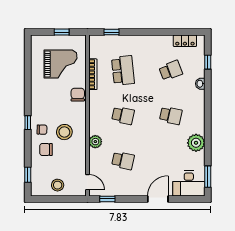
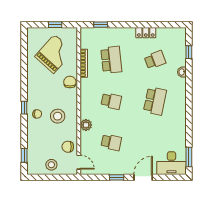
locker: (185, 41) -> (146, 33), moved
grand piano: (61, 64) -> (54, 54), turned -48
school desk: (171, 116) -> (155, 101), width x1.85
plant: (196, 143) -> (178, 126), removed
chair: (46, 149) -> (68, 147), moved
window: (107, 199) -> (117, 177), moved

